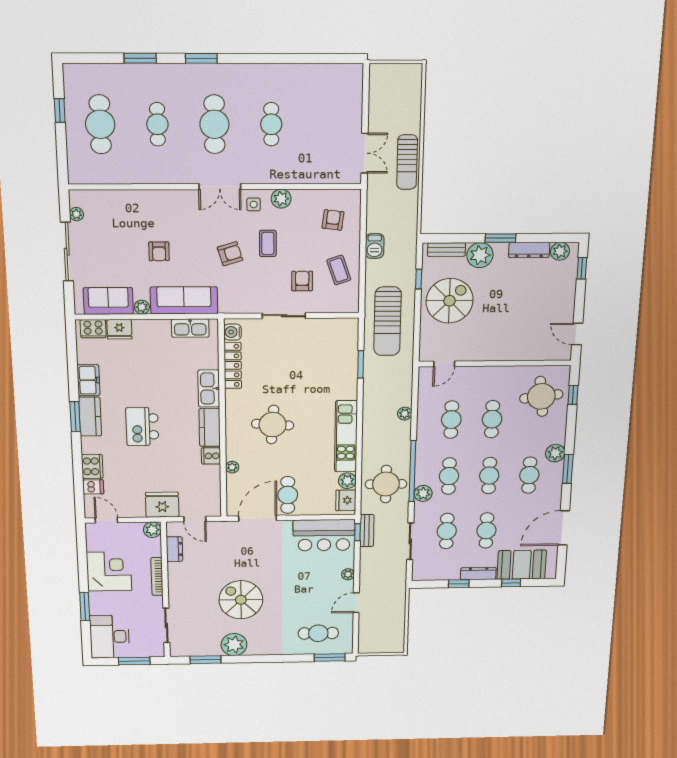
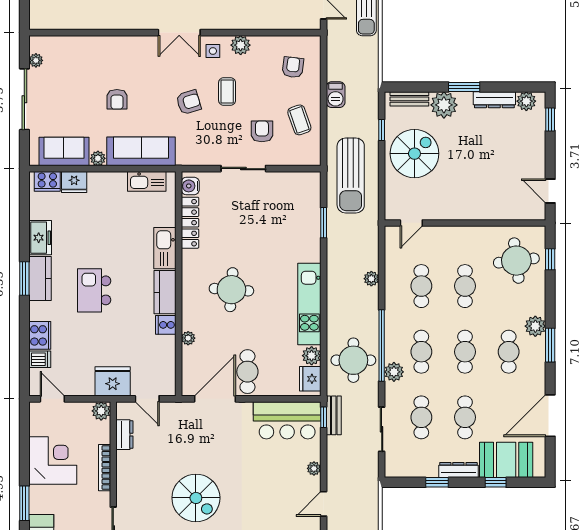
spiral stairs: (241, 600) -> (196, 498), turned 180

